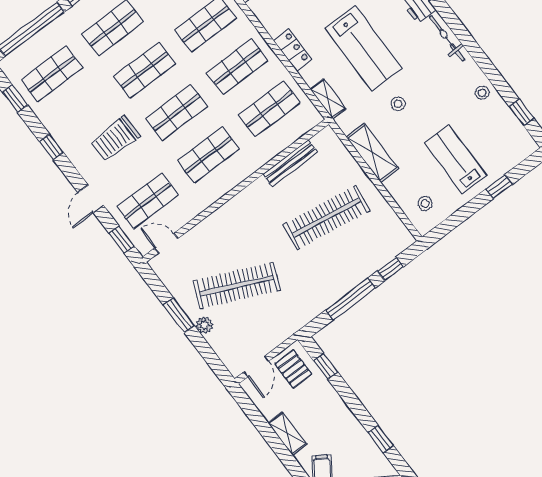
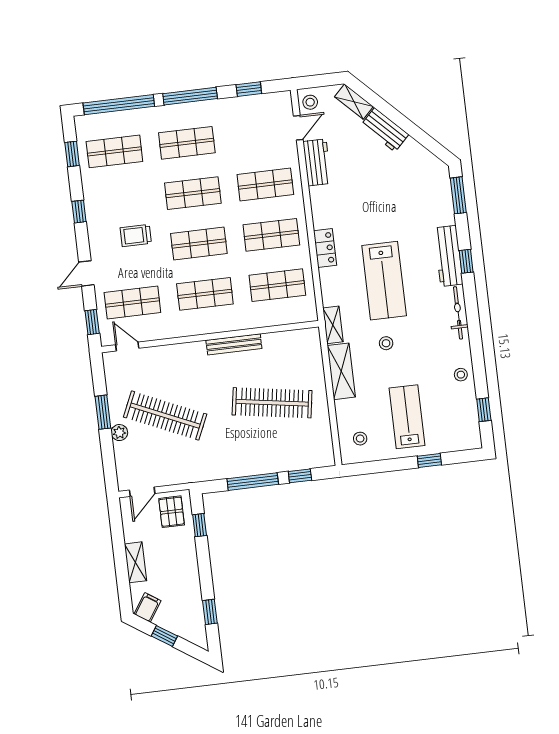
shelving: (328, 99) -> (333, 325), moved
trolley: (115, 139) -> (136, 235), width x0.73, depth x0.72
bench: (290, 163) -> (234, 344), moved

